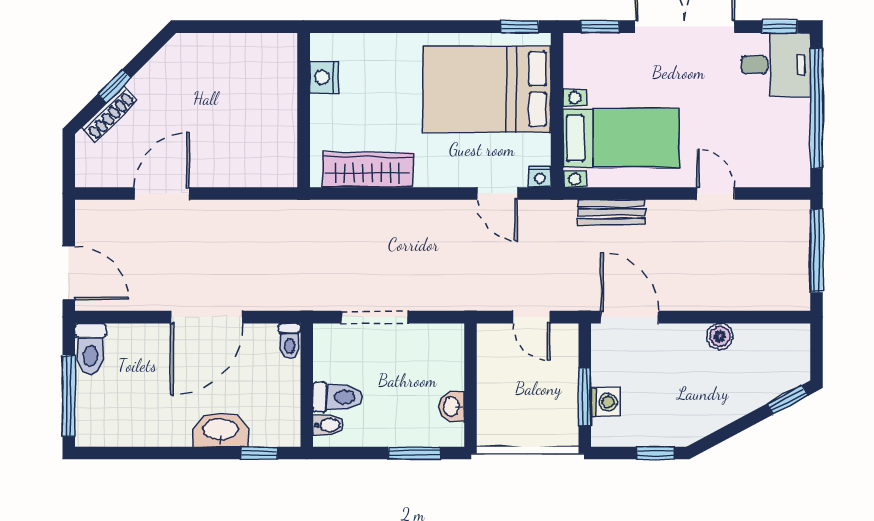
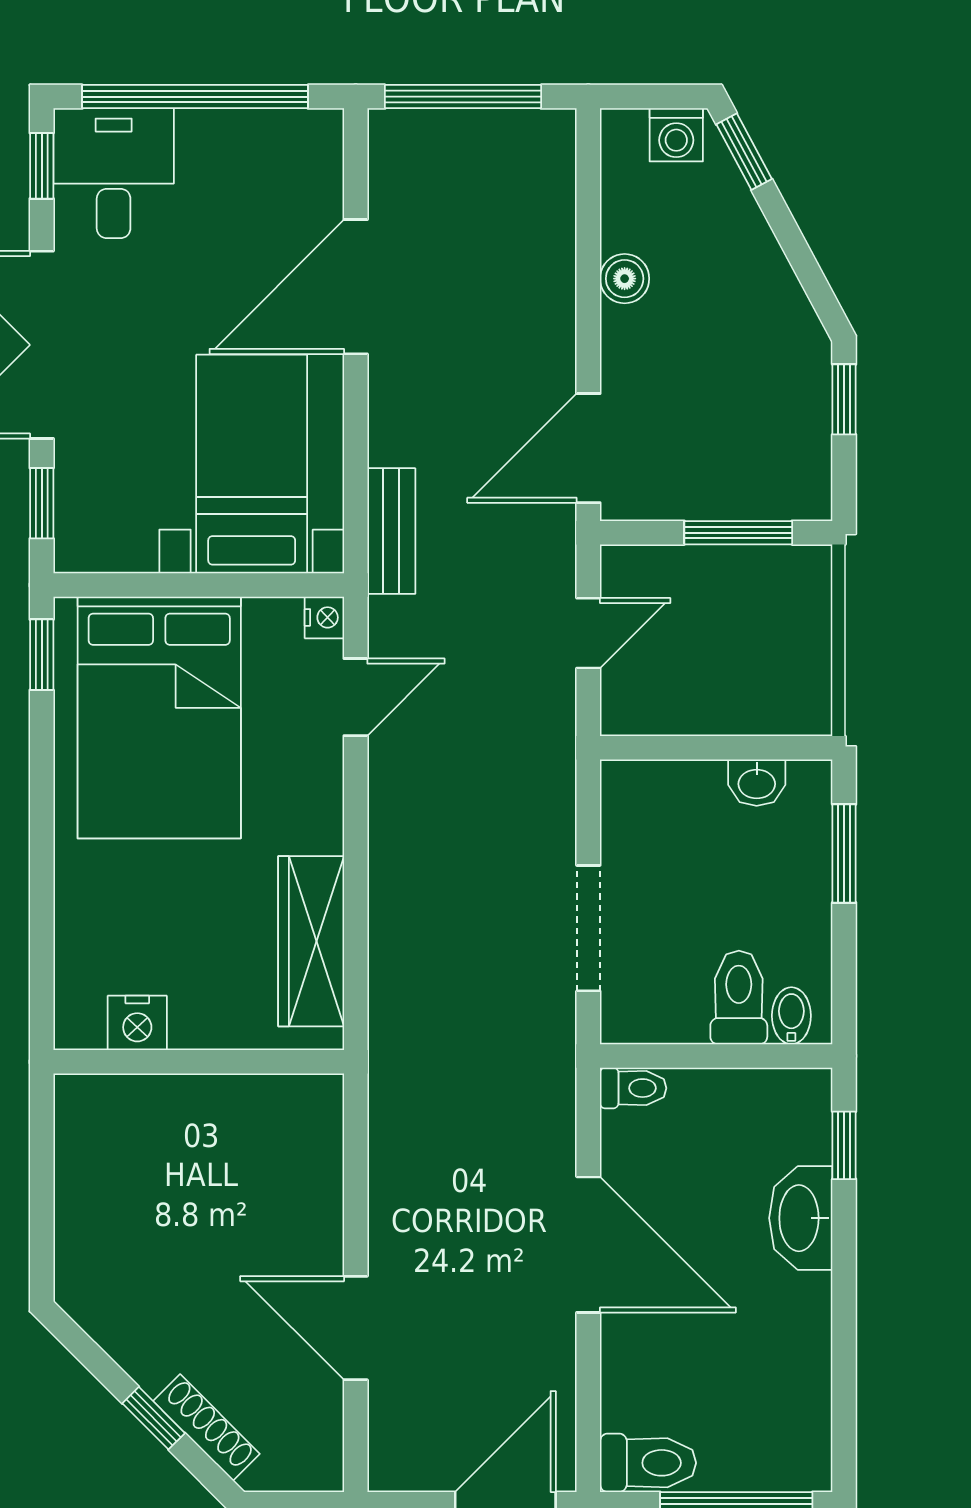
door: (715, 193) -> (356, 287), width x1.87
bench: (612, 212) -> (391, 531), moved
washing machine: (605, 402) -> (676, 135), moved, turned 180

